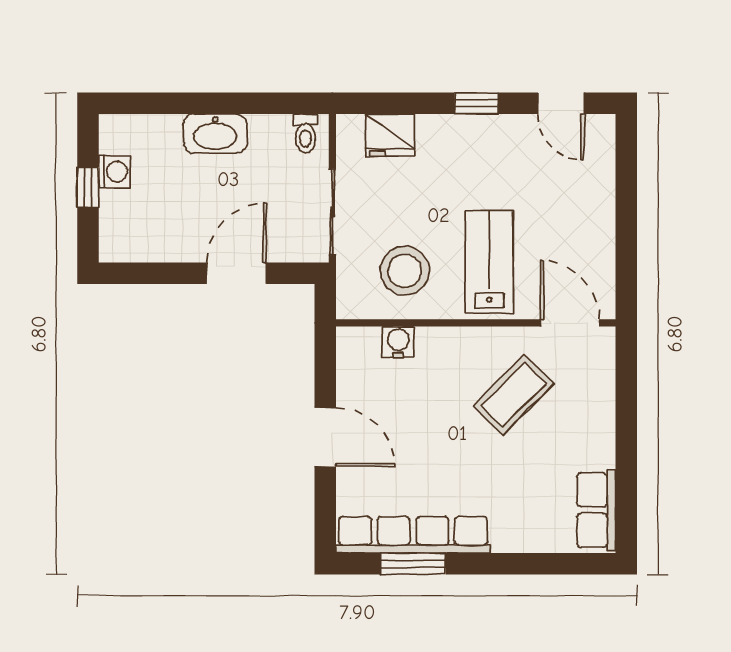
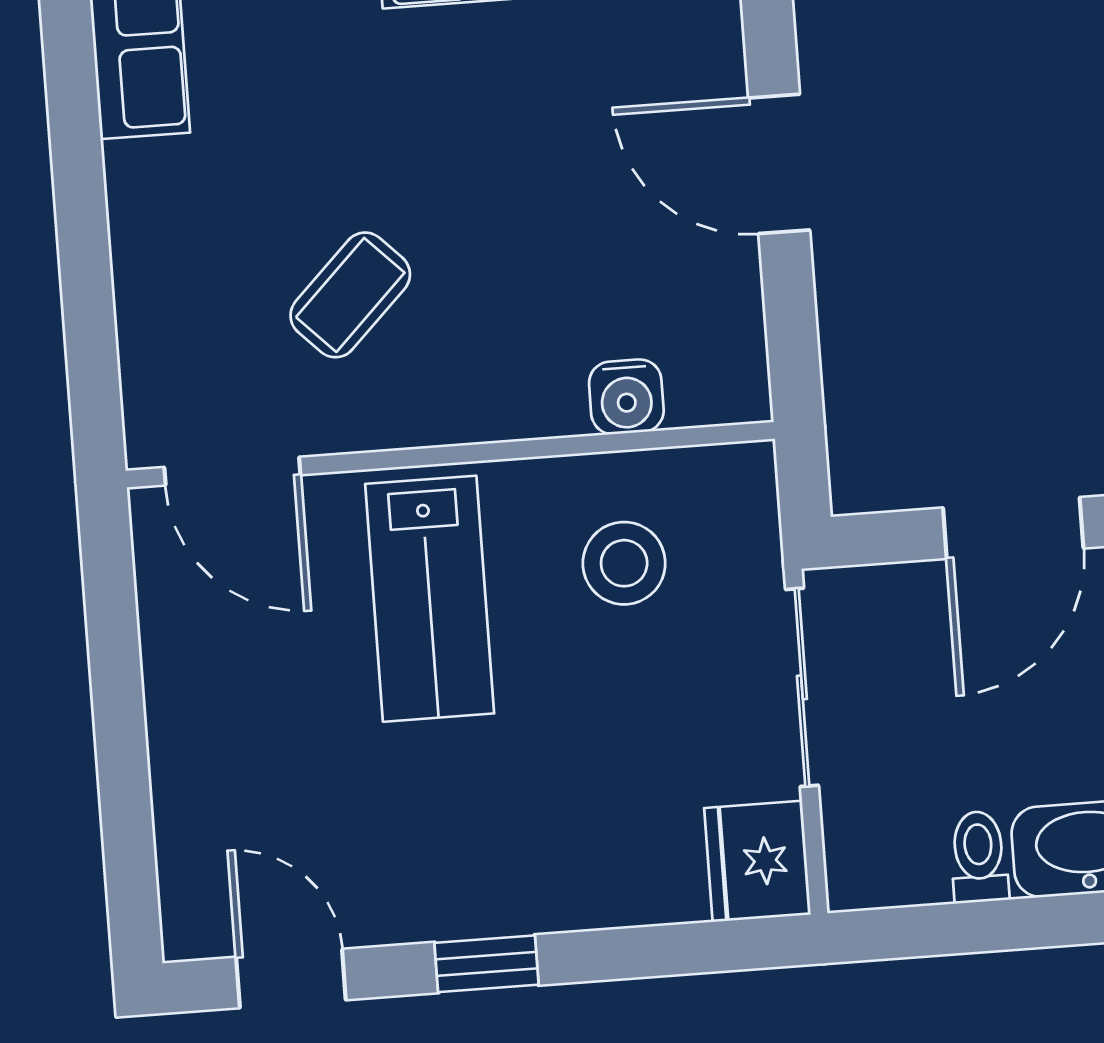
toilet: (305, 133) -> (979, 857), moved
fridge: (390, 135) -> (757, 861), moved, turned -90
stool: (405, 271) -> (624, 563), width x0.73, depth x0.73
coffee table: (513, 395) -> (350, 295), width x0.73, depth x0.77

